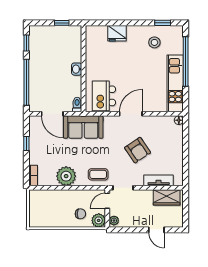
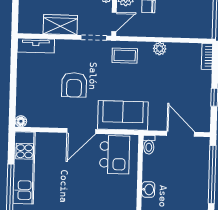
sofa: (83, 127) -> (123, 115), moved
armchair: (138, 150) -> (74, 85), turned -146
plant: (66, 176) -> (160, 49), width x0.53, depth x0.53
tv unit: (159, 180) -> (36, 46), moved
wardrobe: (167, 197) -> (60, 25), moved

